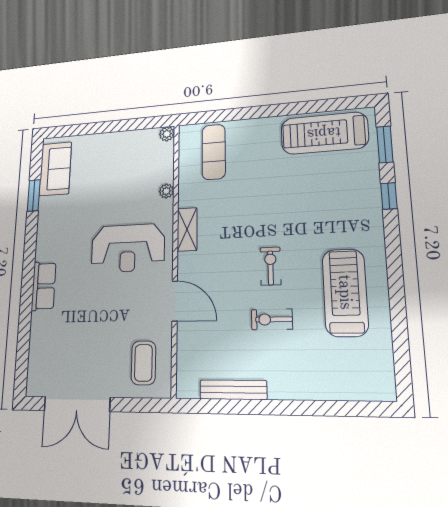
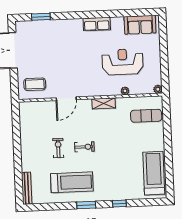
window: (385, 144) -> (86, 205), moved
window: (34, 195) -> (41, 17), moved
reception desk: (128, 248) -> (123, 62), moved, turned 90
row of seats: (44, 286) -> (97, 24), moved
bench: (233, 390) -> (27, 188), moved

